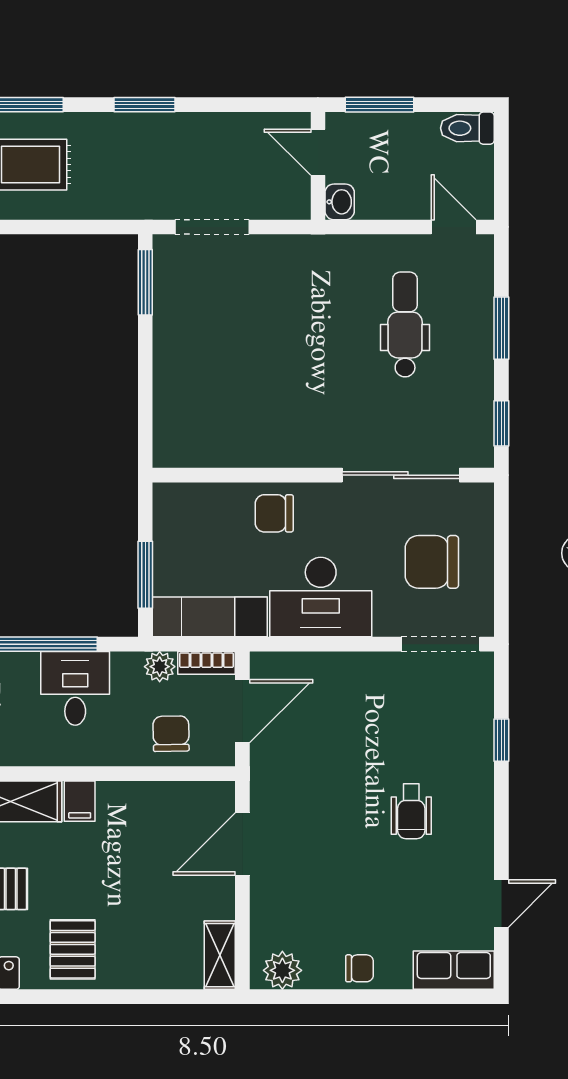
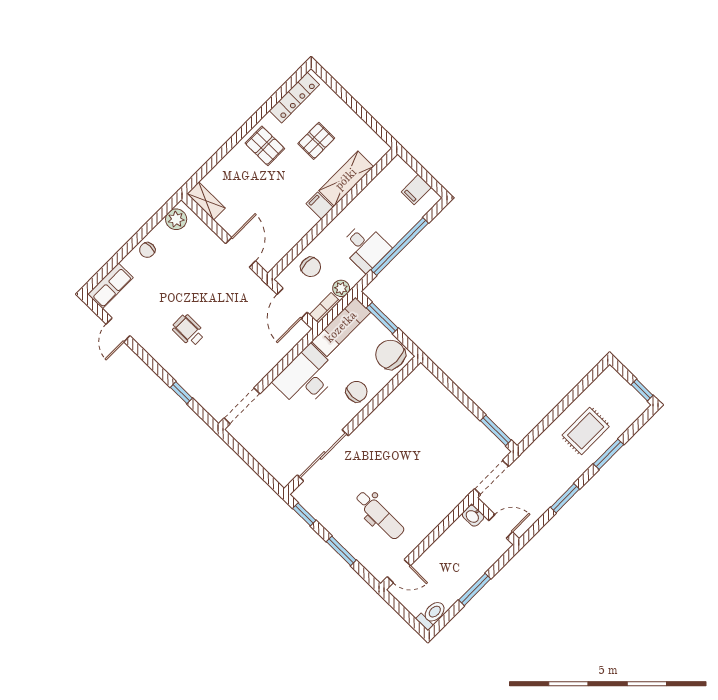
door: (318, 152) -> (501, 526), moved
wall: (318, 166) -> (495, 521), moved
washbasin: (340, 202) -> (473, 516), moved
chair: (432, 562) -> (390, 355), moved, turned -90

